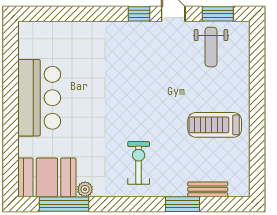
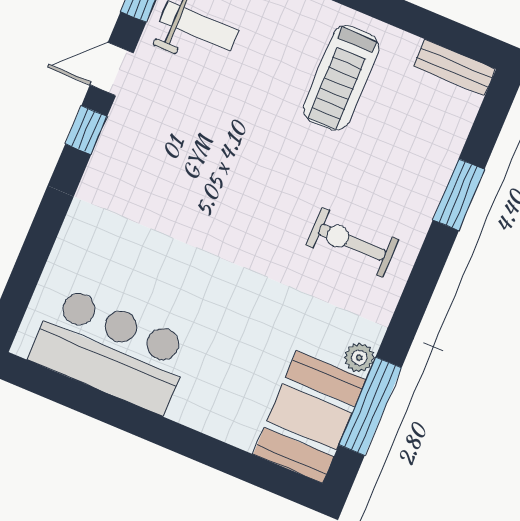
bar counter: (39, 98) -> (111, 350), moved
bench: (208, 189) -> (454, 67), moved, turned 90

